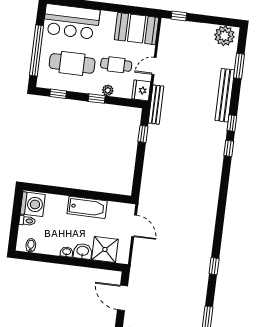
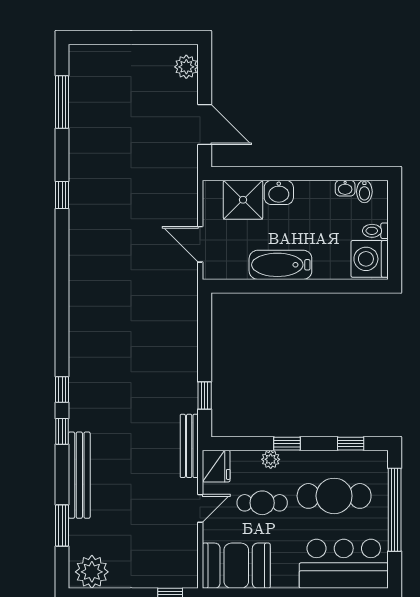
washbasin: (67, 252) -> (345, 188), moved

